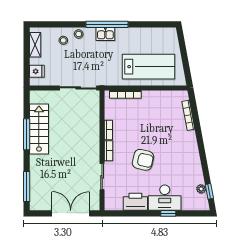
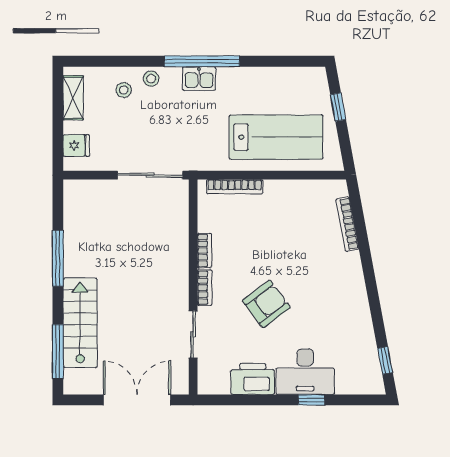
window: (183, 50) -> (338, 107), added
stairs: (39, 129) -> (80, 323), moved
armchair: (143, 160) -> (266, 304), turned -50
plant: (201, 189) -> (370, 356), removed

